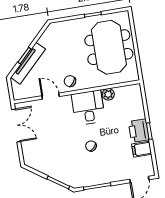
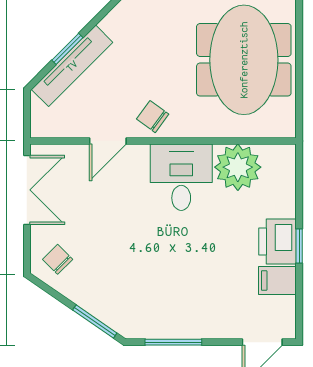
plant: (108, 94) -> (238, 167), width x1.87, depth x1.87
door: (51, 96) -> (108, 141), swing flipped
chair: (91, 146) -> (58, 259), moved

